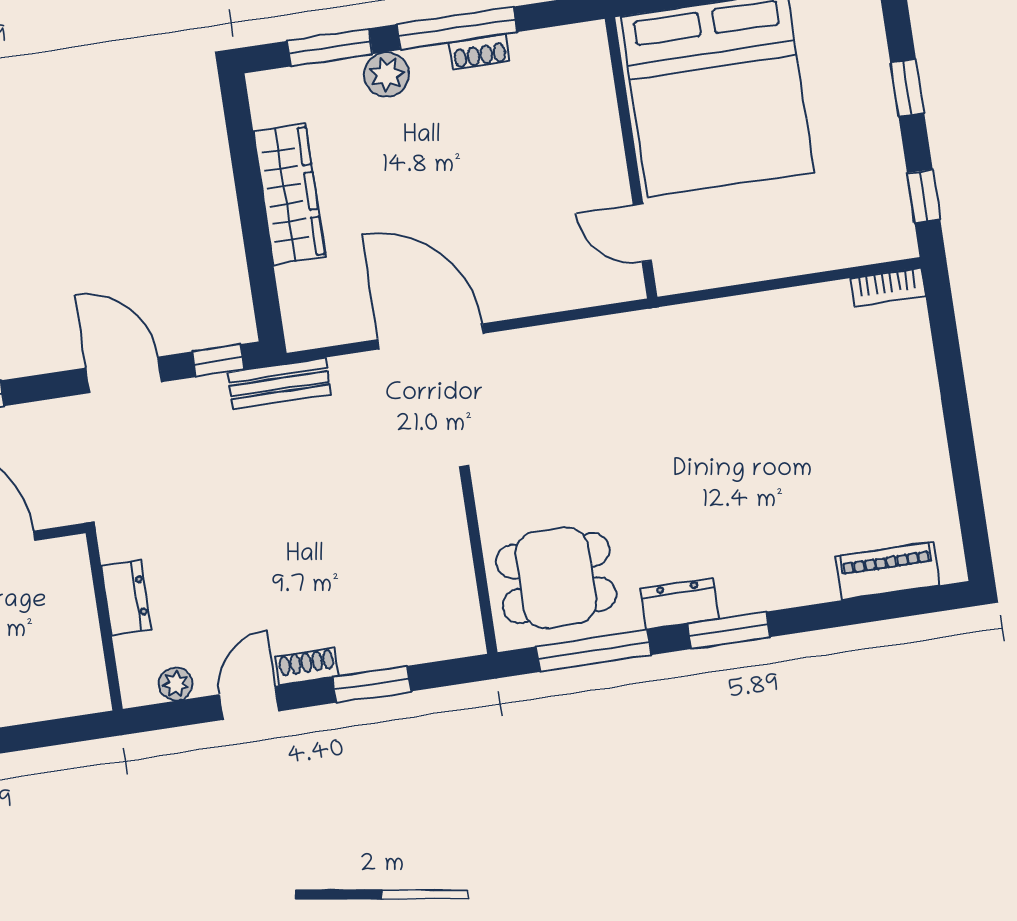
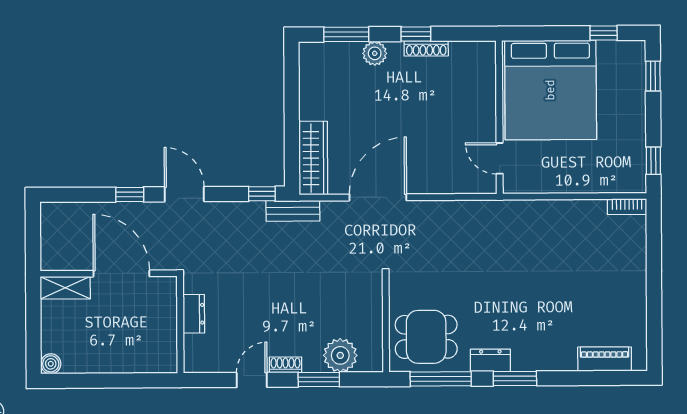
window: (457, 28) -> (416, 34), width x0.46
shoe rack: (479, 52) -> (426, 48), width x1.43
window: (907, 88) -> (653, 76), moved
wardrobe: (289, 194) -> (313, 158), moved
door: (431, 336) -> (378, 197), hinge flipped
door: (124, 375) -> (184, 194), moved
plant: (176, 684) -> (340, 355), moved, width x1.88, depth x1.88

